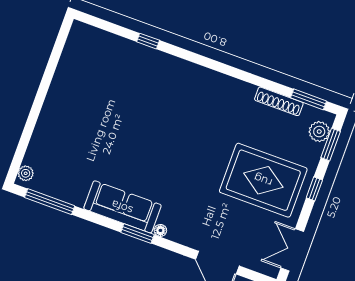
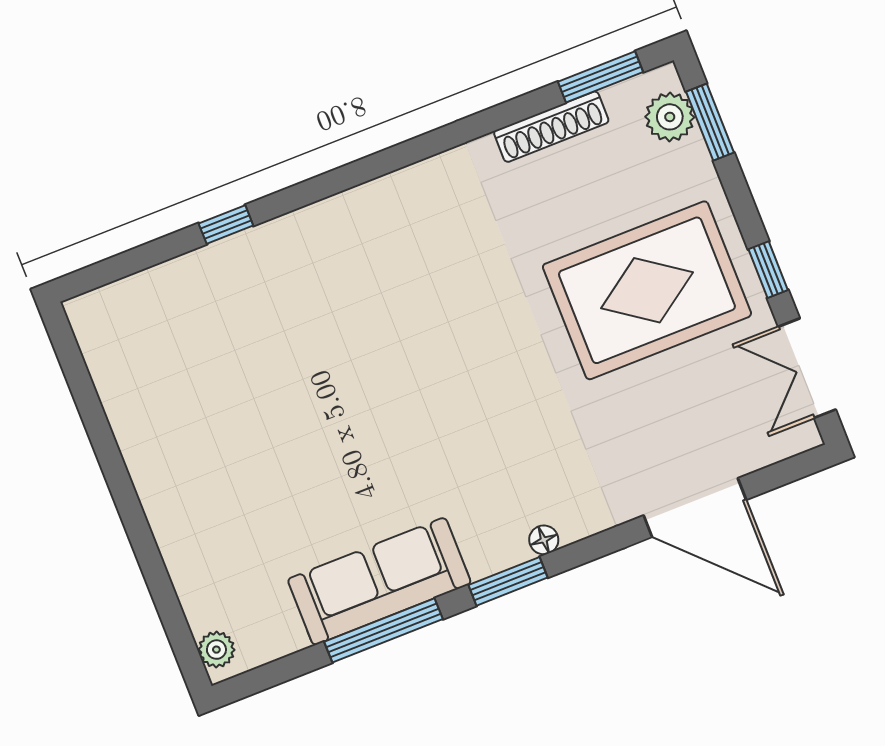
window: (314, 189) -> (768, 270), moved
window: (50, 202) -> (383, 630), moved
sofa: (122, 207) -> (379, 581), moved

